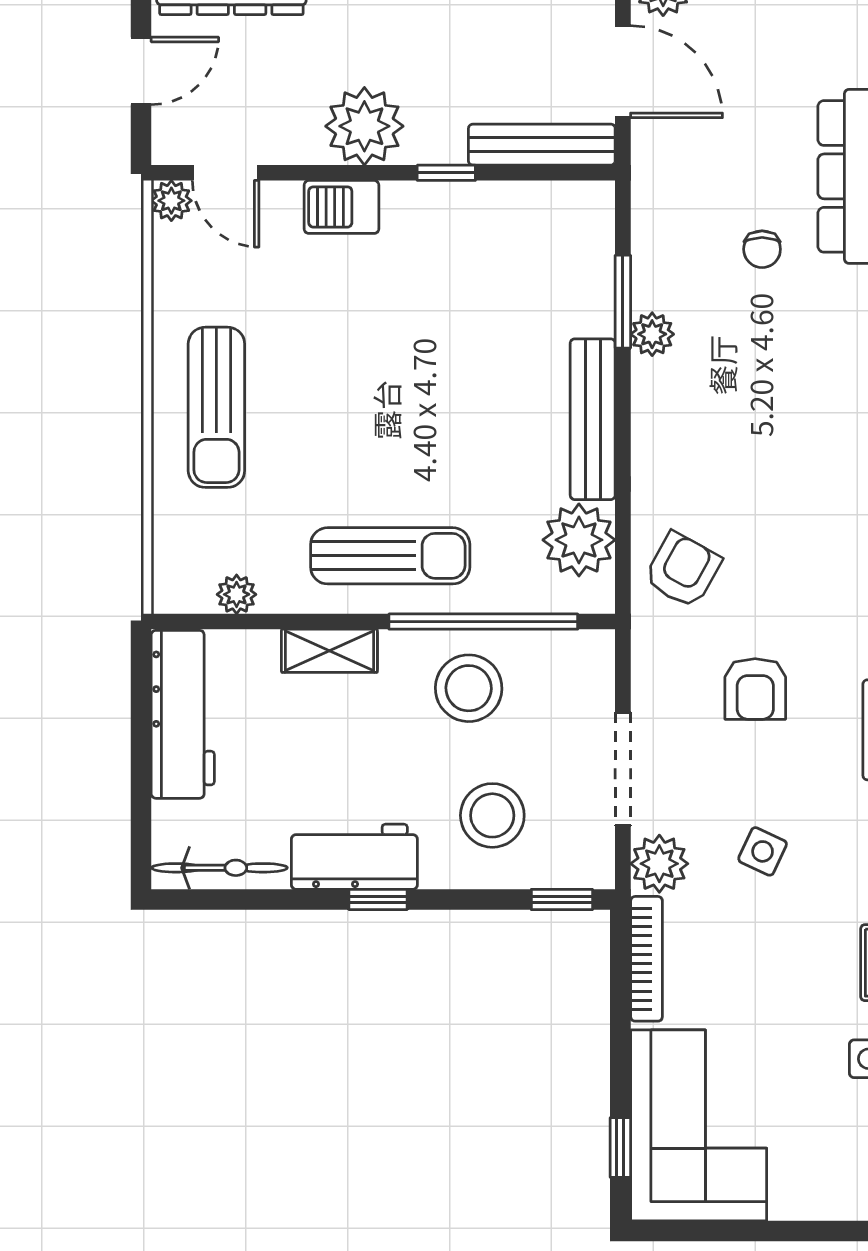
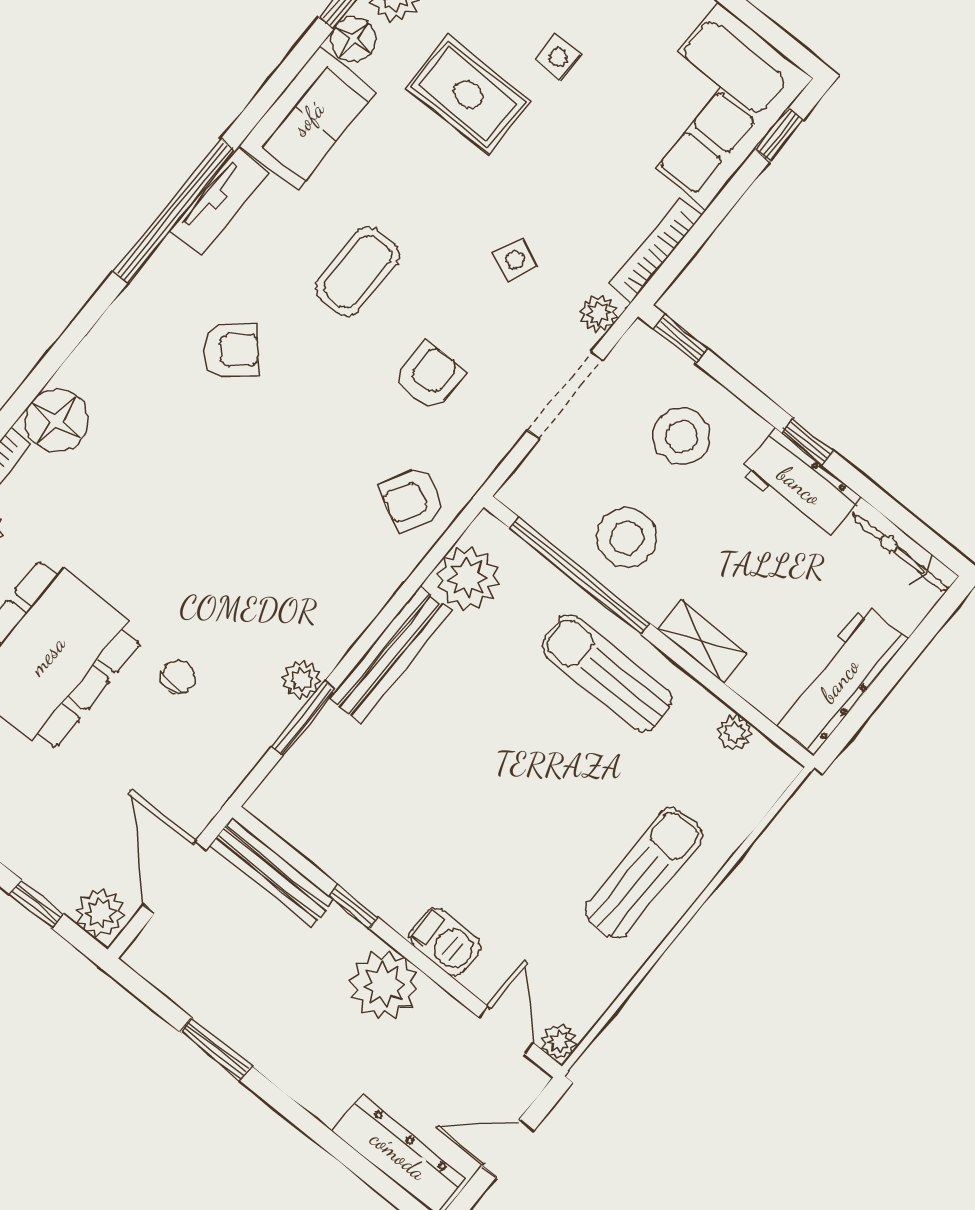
plant: (659, 864) -> (599, 314), width x0.73, depth x0.73

